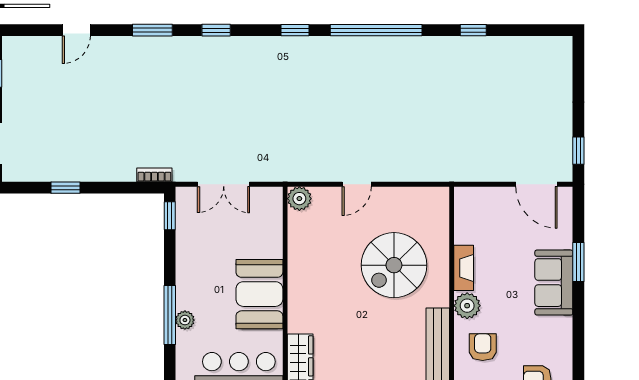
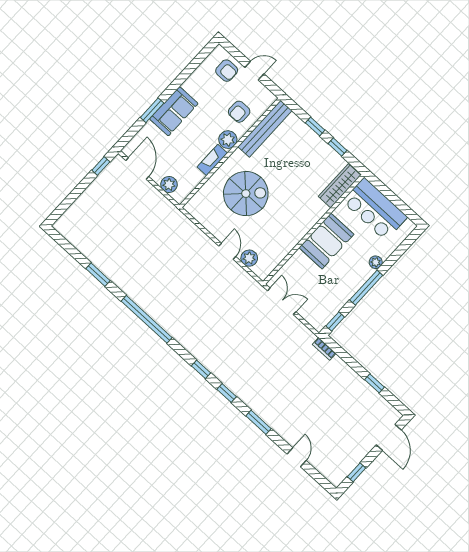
door: (76, 30) -> (297, 457), hinge flipped
window: (295, 30) -> (201, 369), moved
window: (473, 30) -> (98, 275), width x1.50
double door: (224, 184) -> (282, 301), moved
door: (357, 184) -> (227, 251), hinge flipped
plant: (486, 198) -> (169, 184), added
plant: (299, 199) -> (249, 258), moved
window: (170, 315) -> (366, 288), moved

